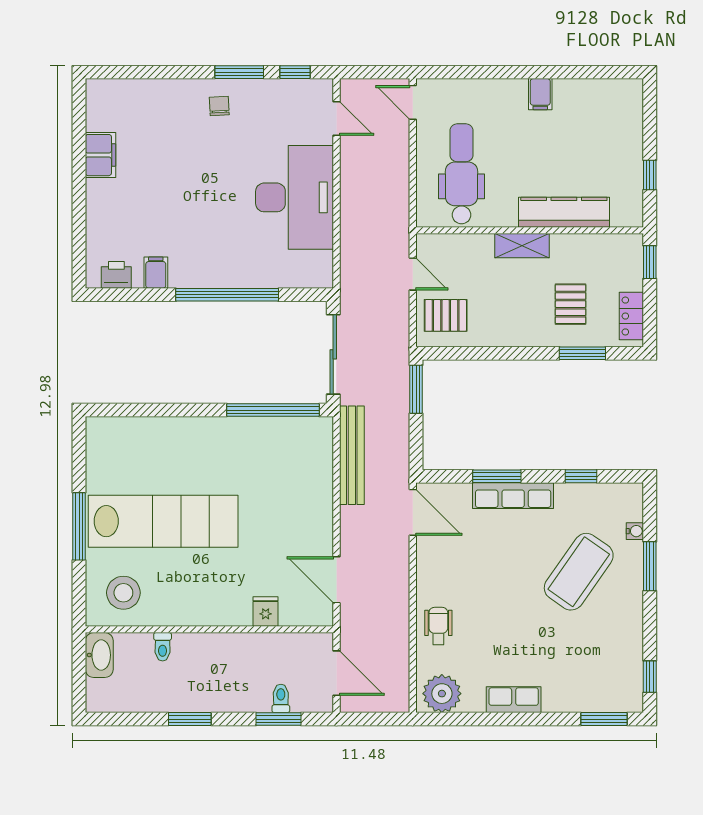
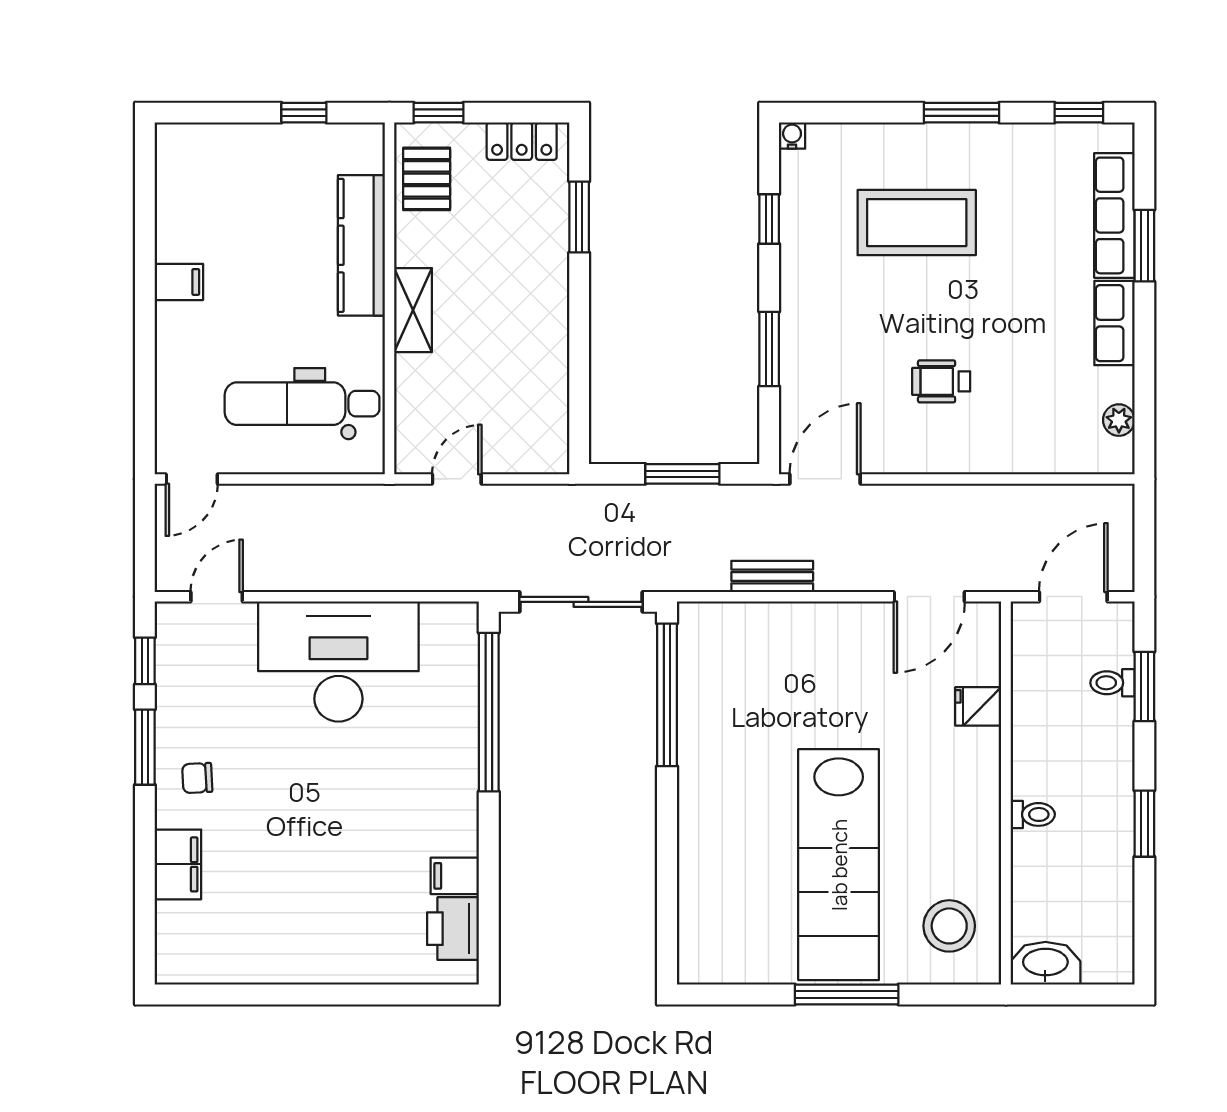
filing cabinet: (100, 155) -> (178, 864), moved, turned 90
printer: (116, 275) -> (453, 929), width x1.36, depth x1.24
window: (227, 295) -> (489, 712), moved
pallet: (571, 304) -> (427, 179), moved, turned 90
pallet: (446, 315) -> (521, 428), removed
window: (416, 389) -> (682, 474), moved
bench: (352, 455) -> (772, 576), width x0.54, depth x0.82
row of seats: (513, 496) -> (1114, 215), moved, turned 180
lab bench: (163, 521) -> (839, 865), turned 180
water cooler: (635, 531) -> (792, 136), moved
window: (650, 566) -> (962, 113), moved
coffee table: (579, 572) -> (917, 223), turned -35
wheelchair: (438, 626) -> (941, 381), moved
toilet: (163, 647) -> (1033, 814), moved
plant: (442, 694) -> (1119, 420), width x0.53, depth x0.53
window: (604, 719) -> (1144, 246), moved

